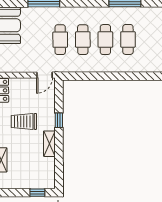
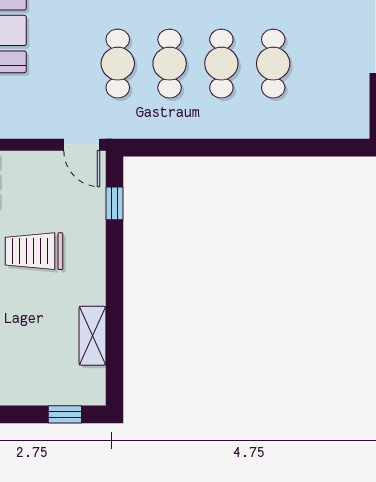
door: (45, 75) -> (82, 145), hinge flipped
window: (59, 120) -> (114, 203), moved
shelving: (49, 144) -> (92, 336), moved

